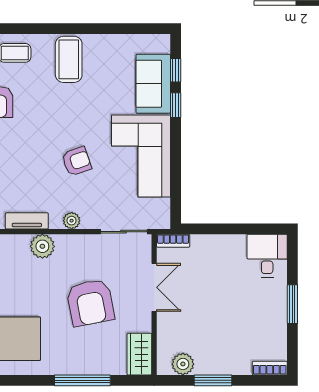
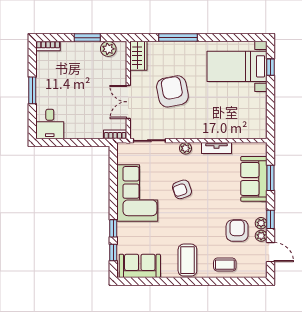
sofa: (153, 84) -> (140, 266), moved, turned -90
plant: (42, 246) -> (206, 130), removed

